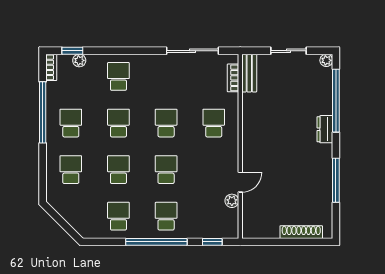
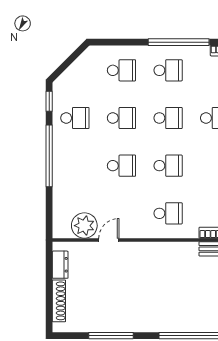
dresser: (325, 129) -> (60, 265), moved, turned 90
door: (240, 182) -> (109, 240), swing flipped
plant: (232, 201) -> (84, 226), width x1.88, depth x1.88
school desk: (166, 216) -> (75, 166), removed
window: (212, 242) -> (49, 101), moved

